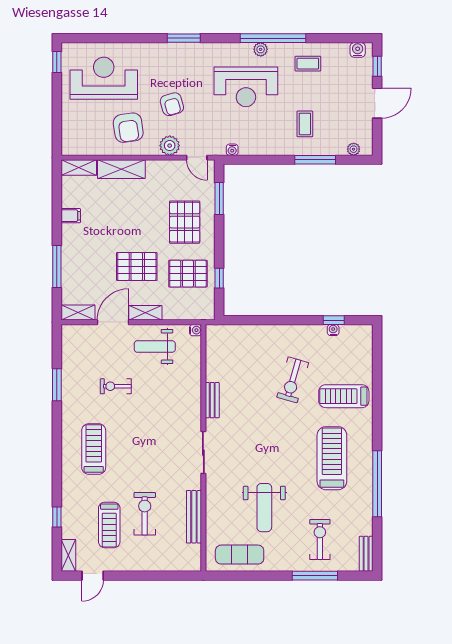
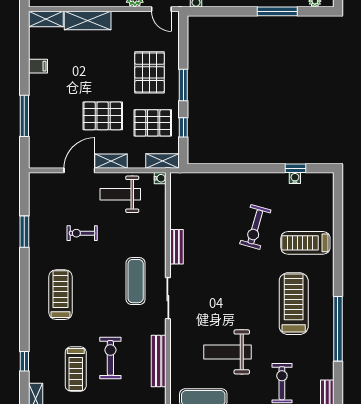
window: (219, 198) -> (183, 85), moved
shelving: (78, 313) -> (163, 161), moved
exercise mat: (170, 435) -> (136, 281), added
weight bench: (264, 508) -> (227, 352), turned 90

